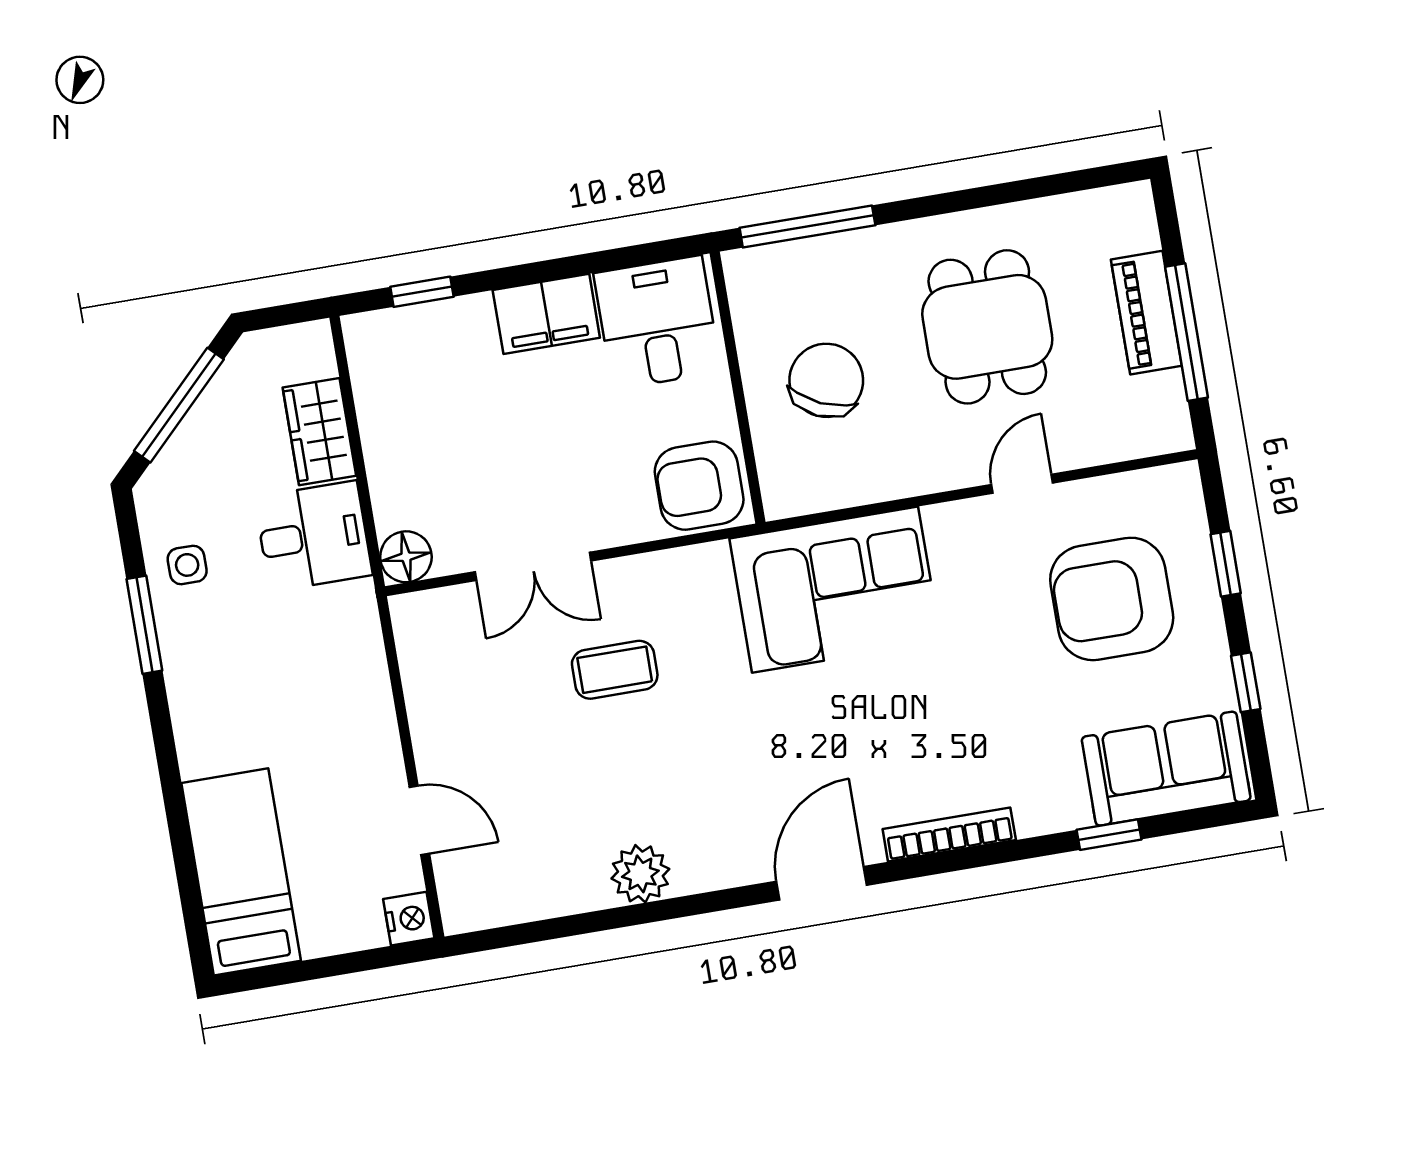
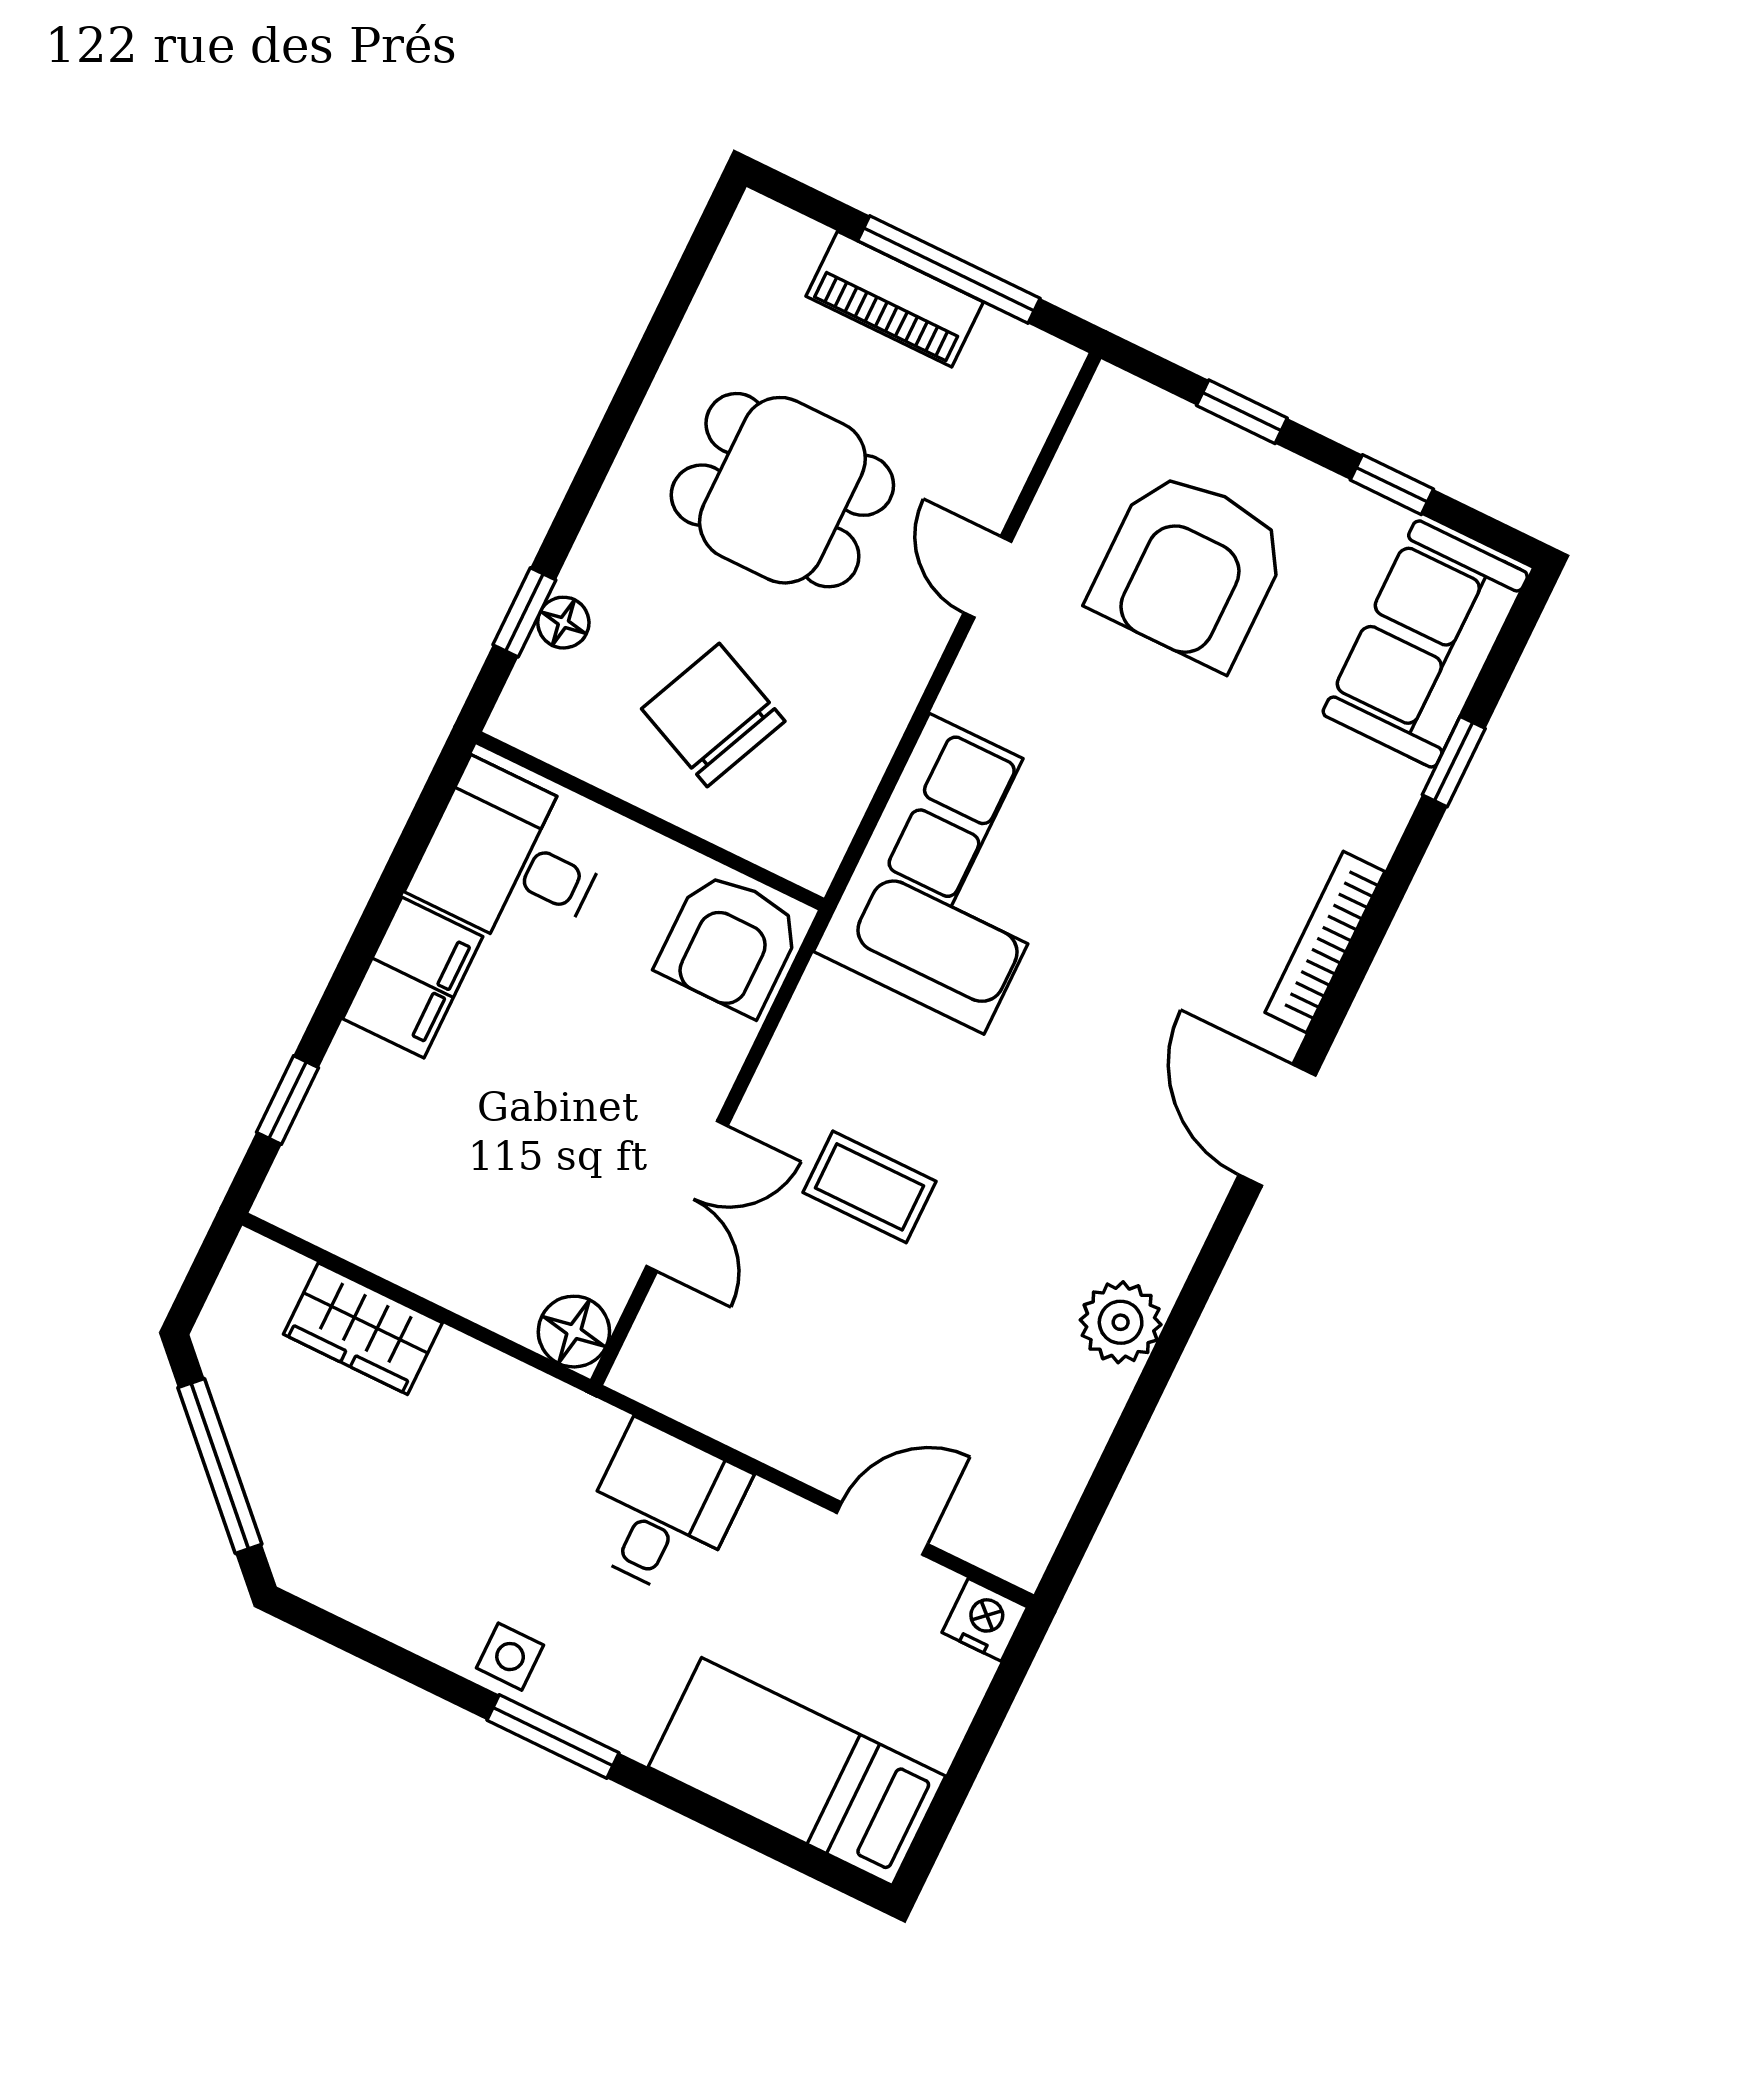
window: (807, 226) -> (524, 612), width x0.46
floor lamp: (818, 254) -> (563, 623), added
desk: (313, 536) -> (662, 1510), moved
side table: (187, 565) -> (510, 1657), moved
window: (144, 625) -> (553, 1737), moved
coffee table: (615, 670) -> (870, 1187), turned 90

